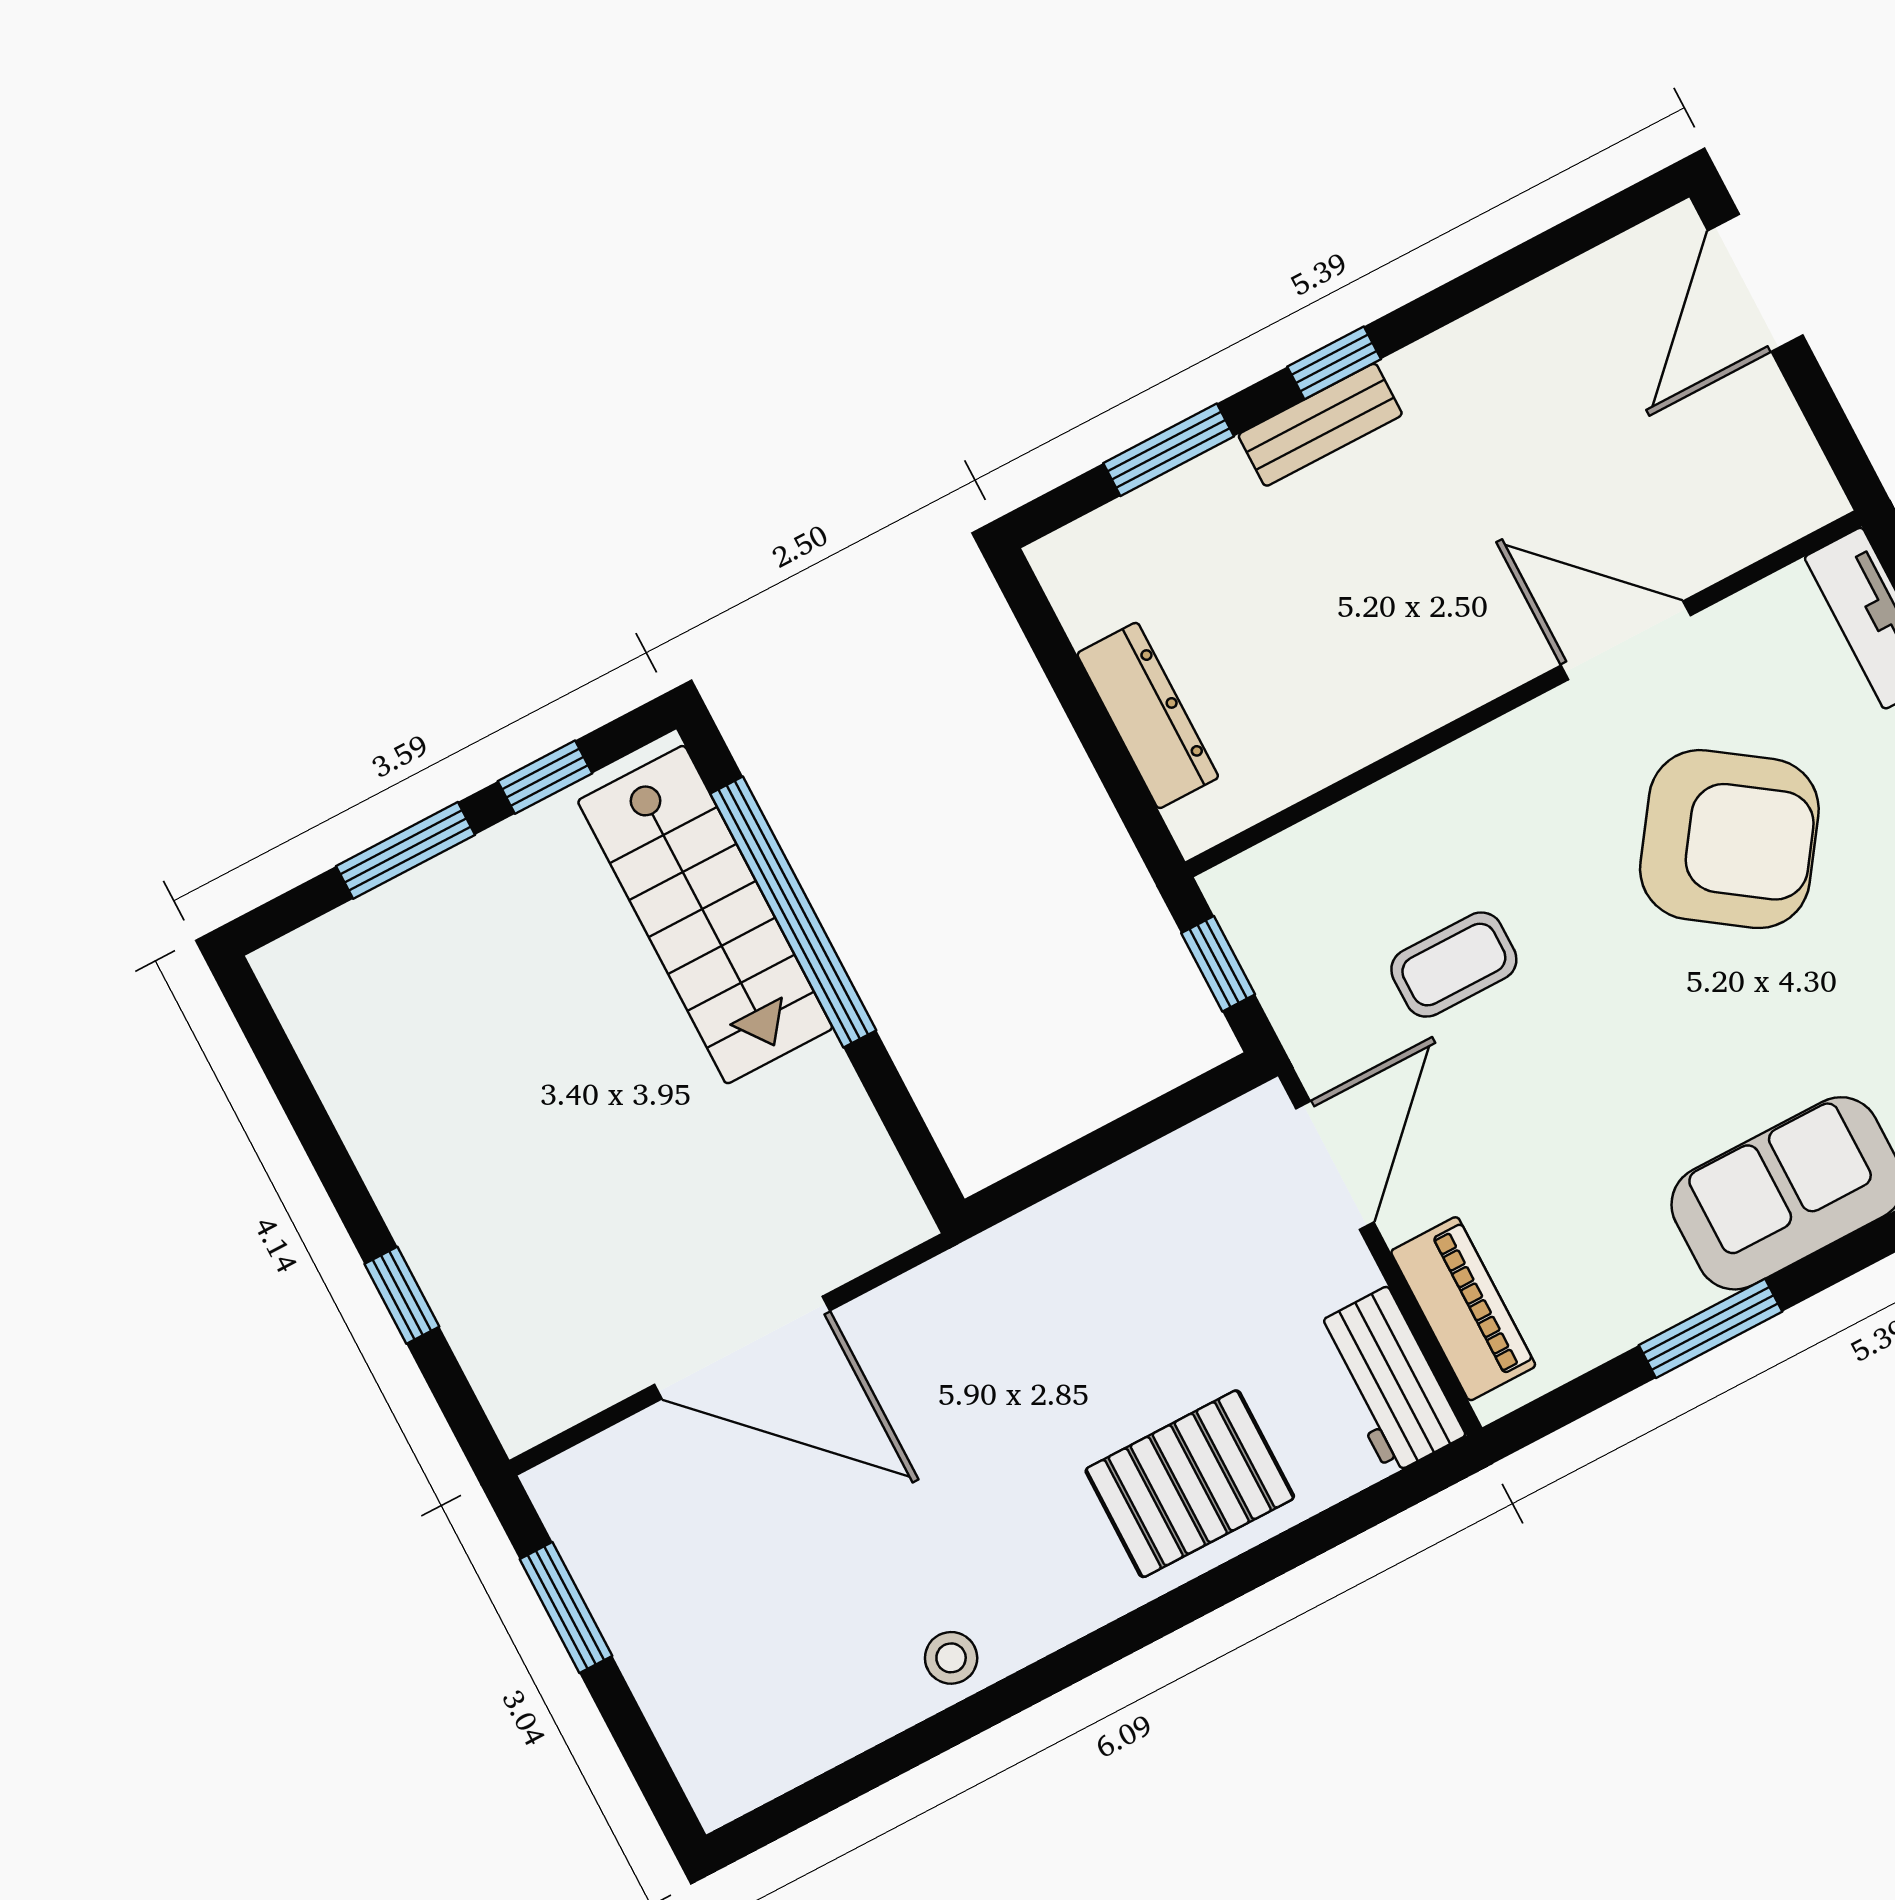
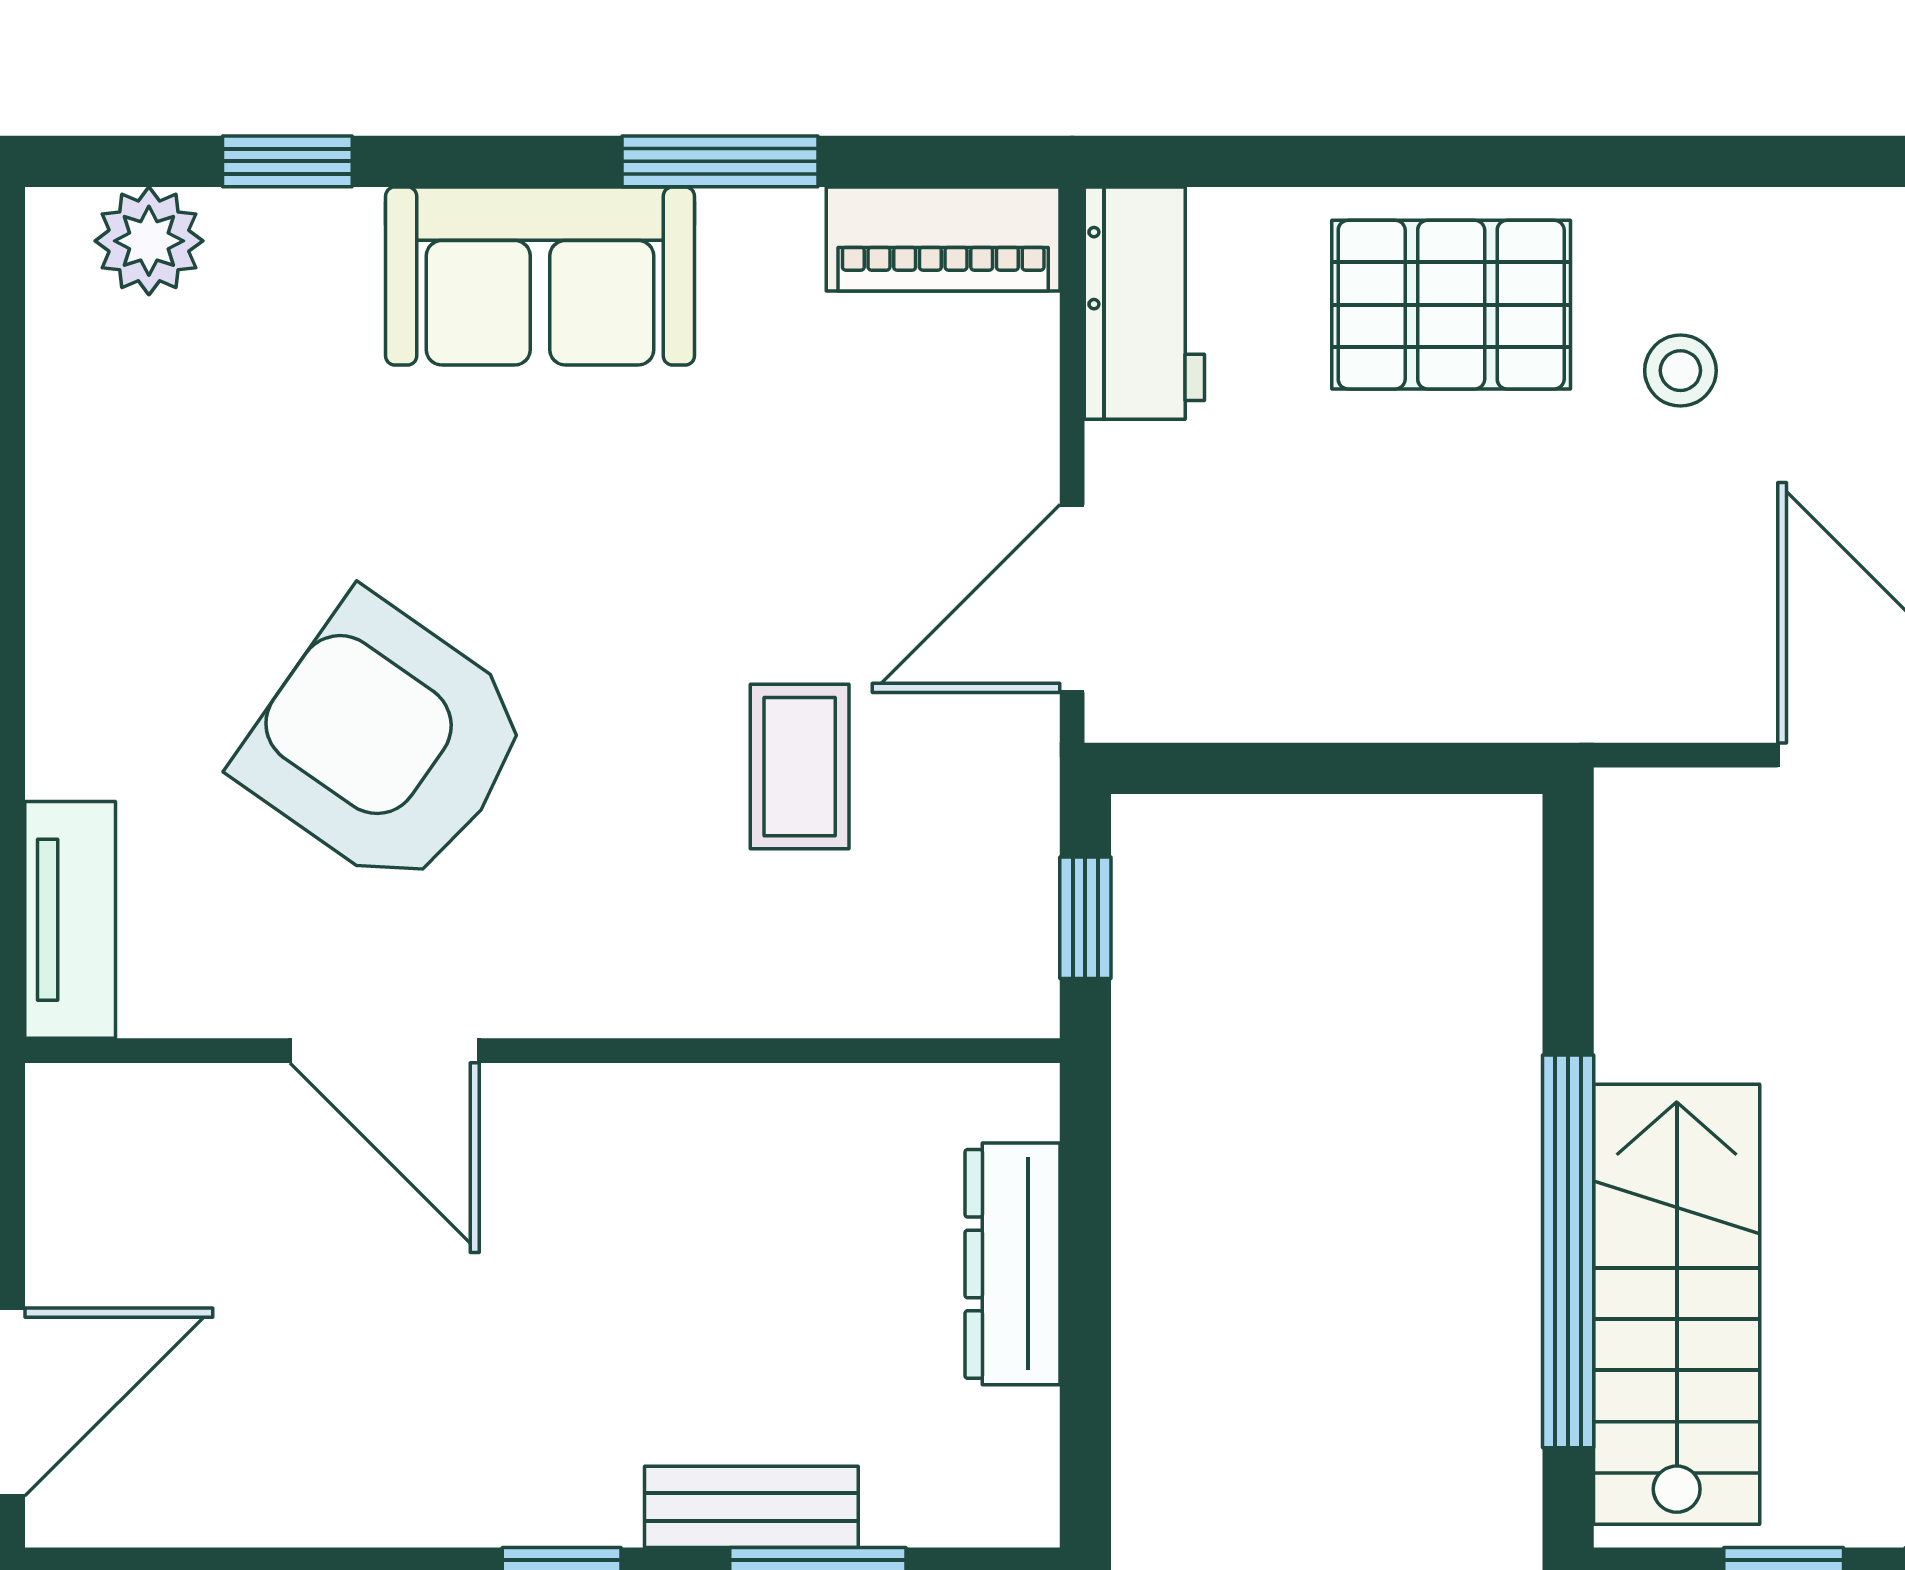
bench: (1320, 425) -> (751, 1507), moved
coffee table: (1454, 965) -> (800, 767), turned 90
piano: (1463, 1309) -> (943, 239), moved, turned -90
stool: (951, 1658) -> (1680, 371), moved

